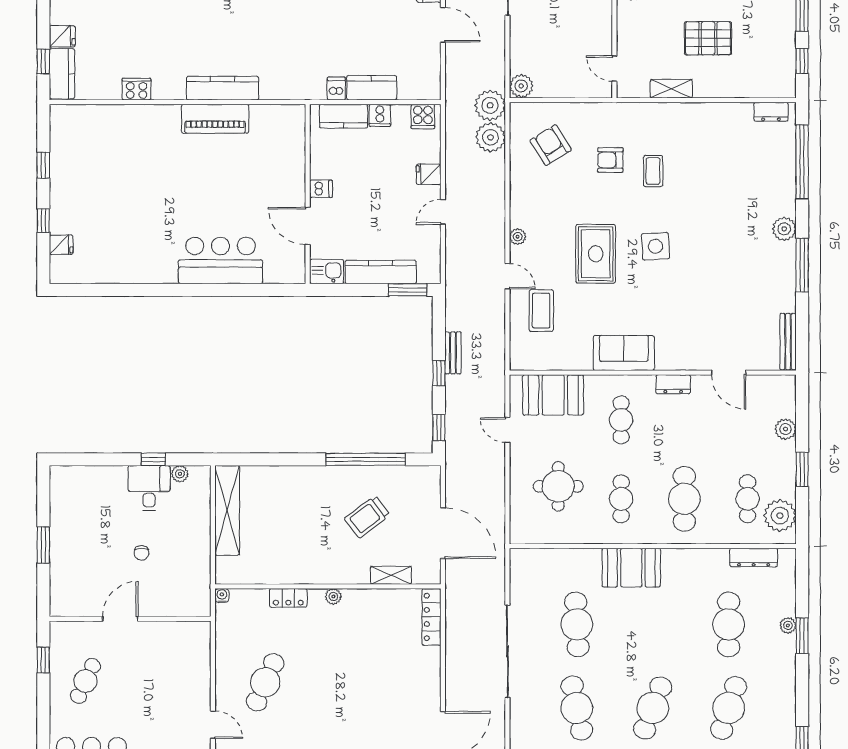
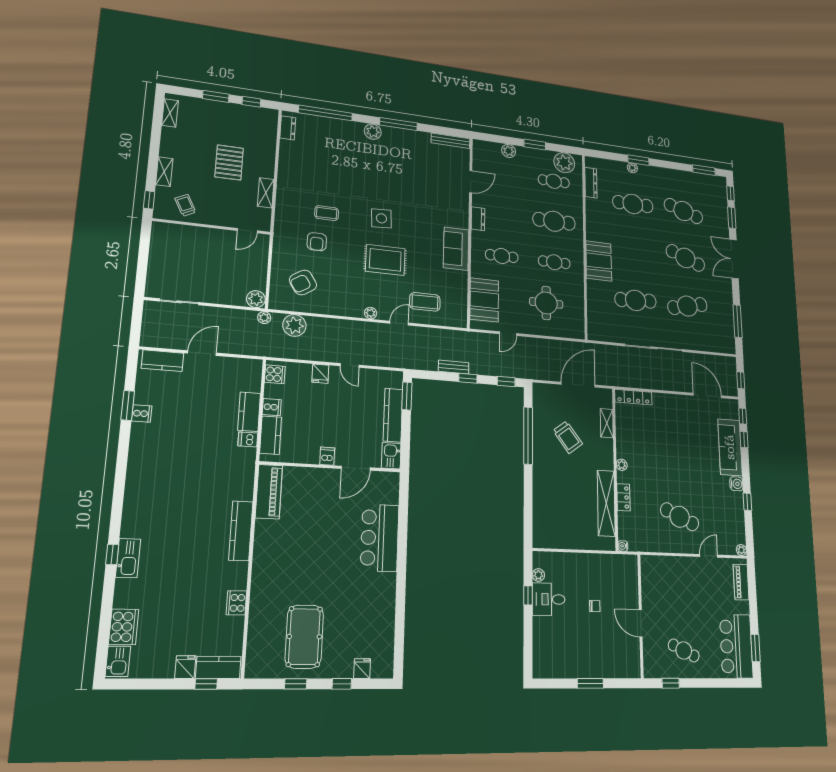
plant: (490, 105) -> (264, 318), width x0.53, depth x0.53
piano: (215, 119) -> (269, 492), moved
pool table: (98, 172) -> (304, 637), added
shelving: (227, 510) -> (606, 503), moved, turned 90

